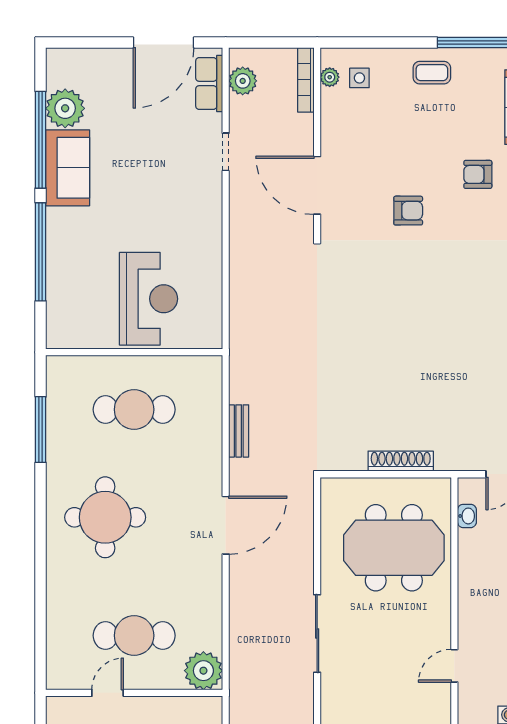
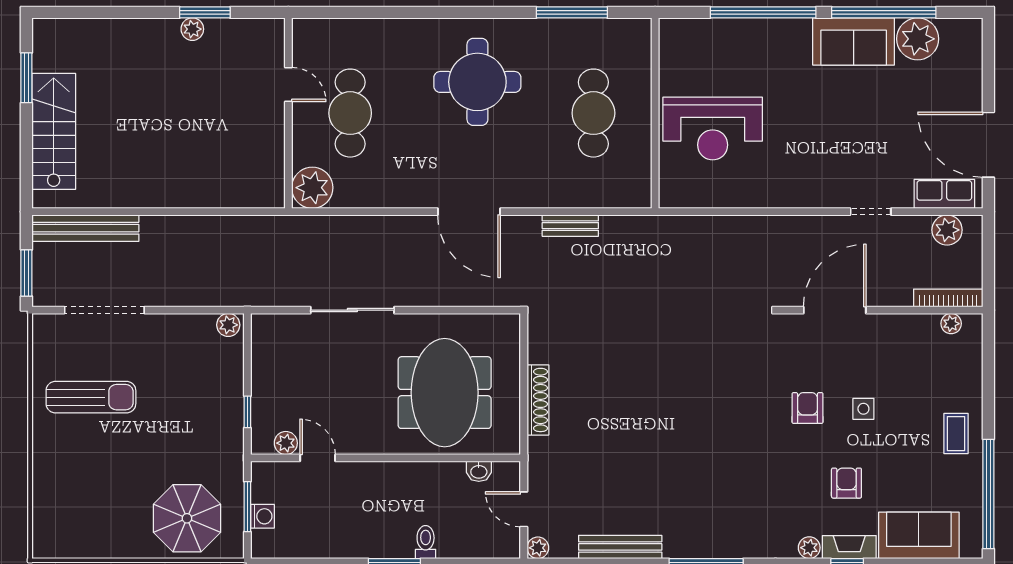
side table: (359, 78) -> (863, 409), moved
armchair: (408, 211) -> (808, 408), turned 180
plant: (441, 695) -> (286, 443), added

